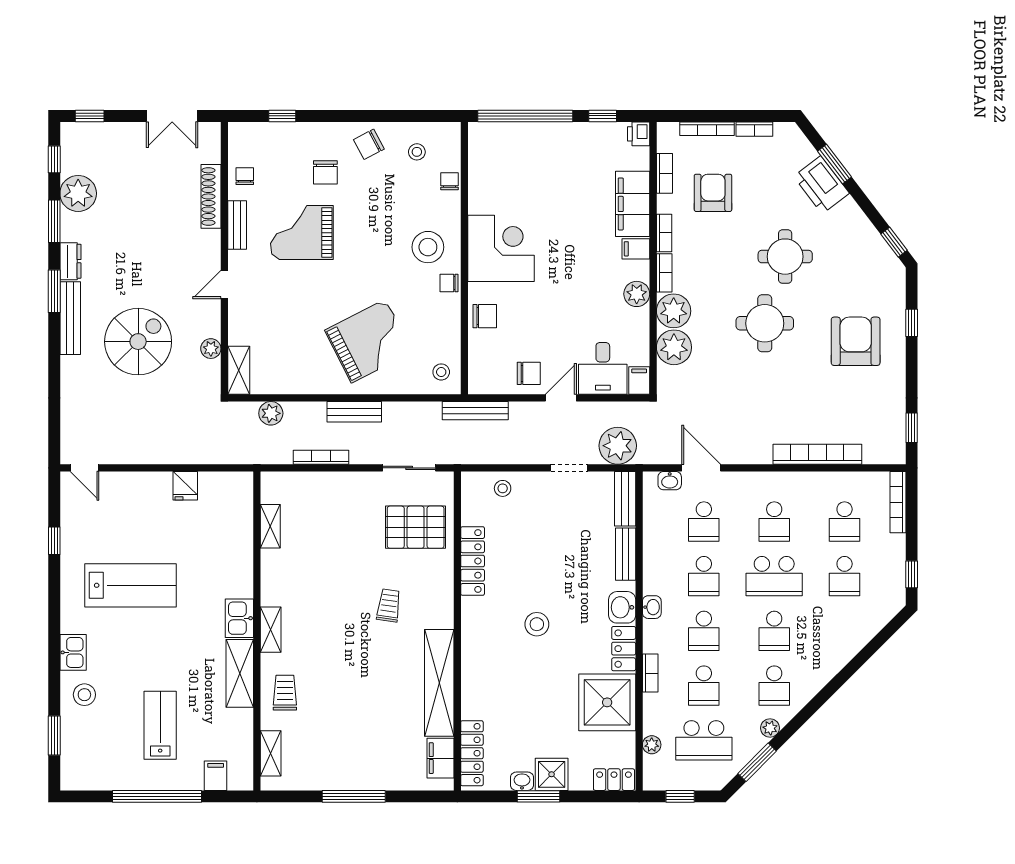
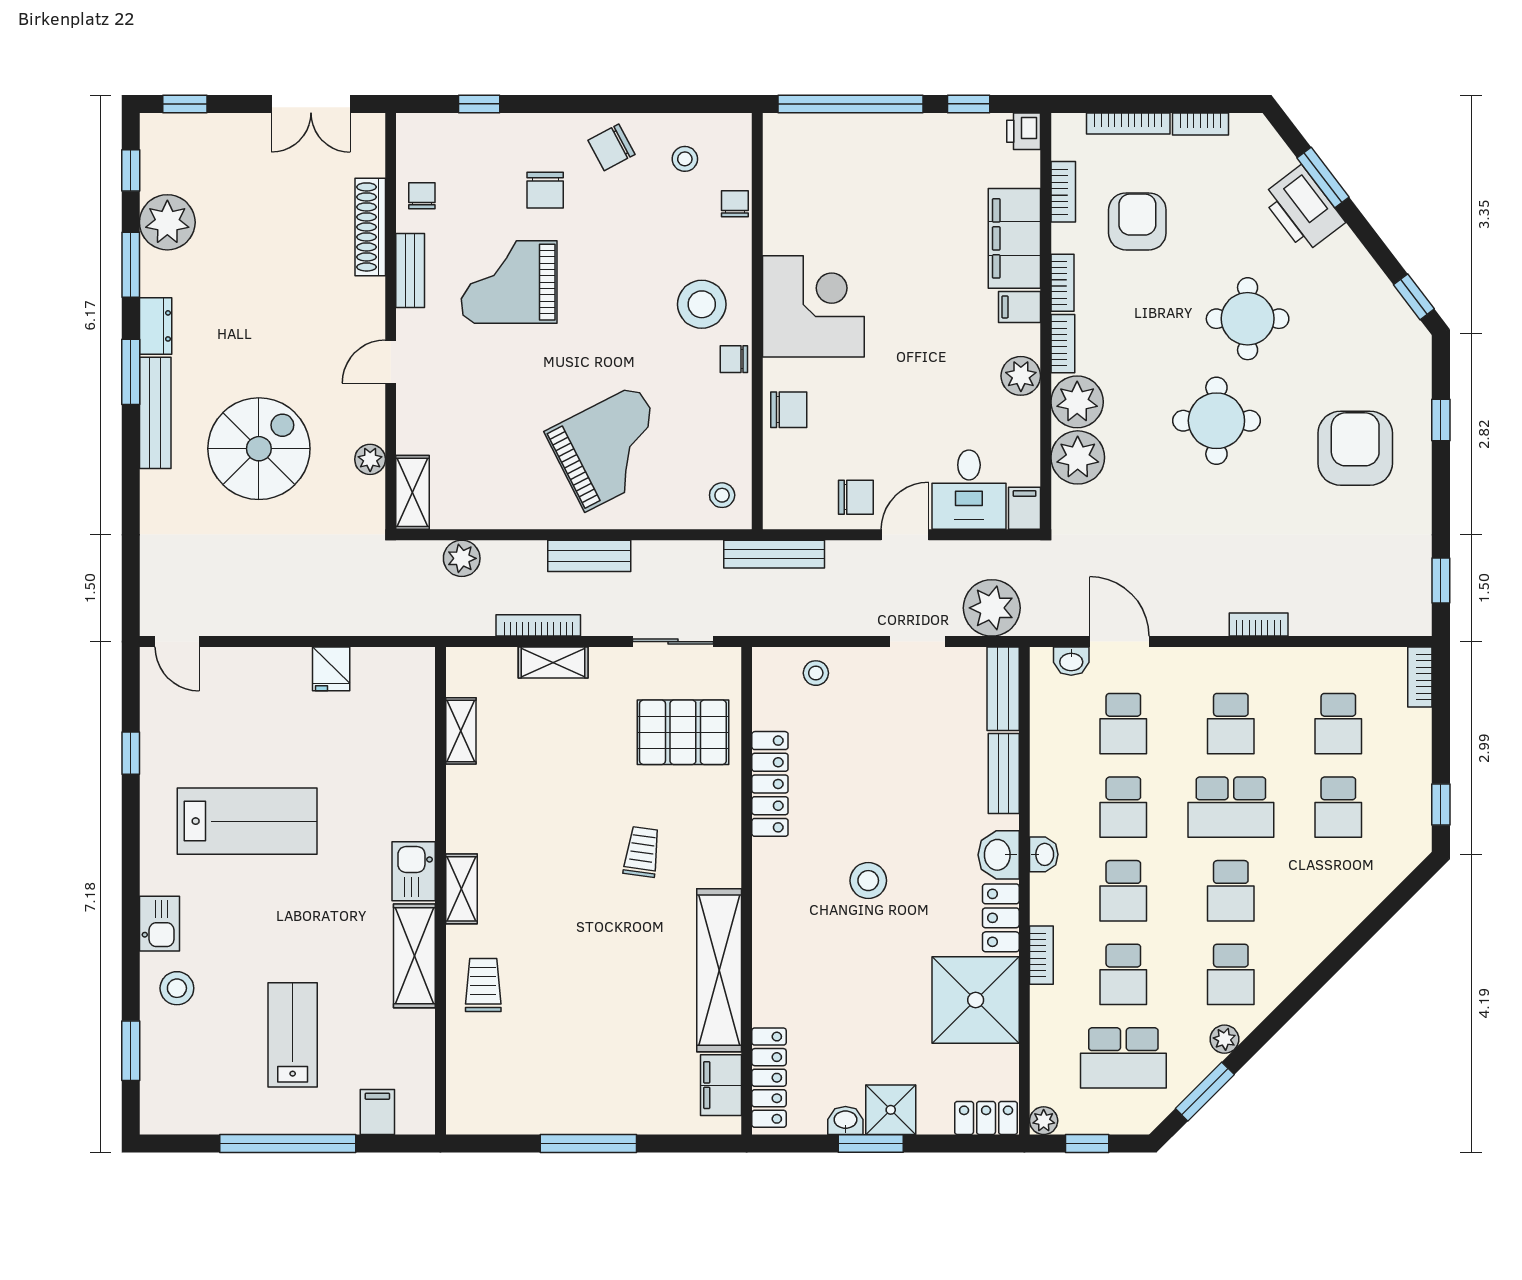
bookcase: (817, 454) -> (1259, 625), width x0.43, depth x0.76
bookcase: (898, 502) -> (1420, 677), width x0.64
plant: (652, 745) -> (1044, 1121), moved
shelving: (271, 753) -> (553, 663), moved, turned 90

